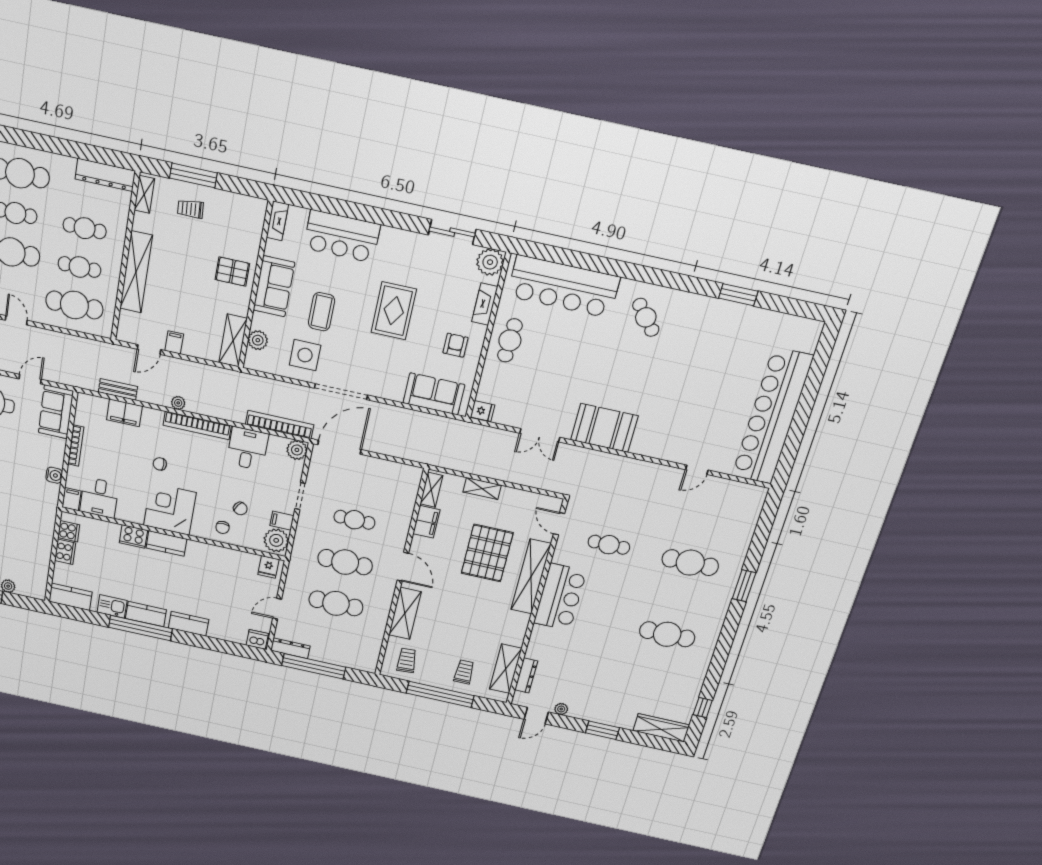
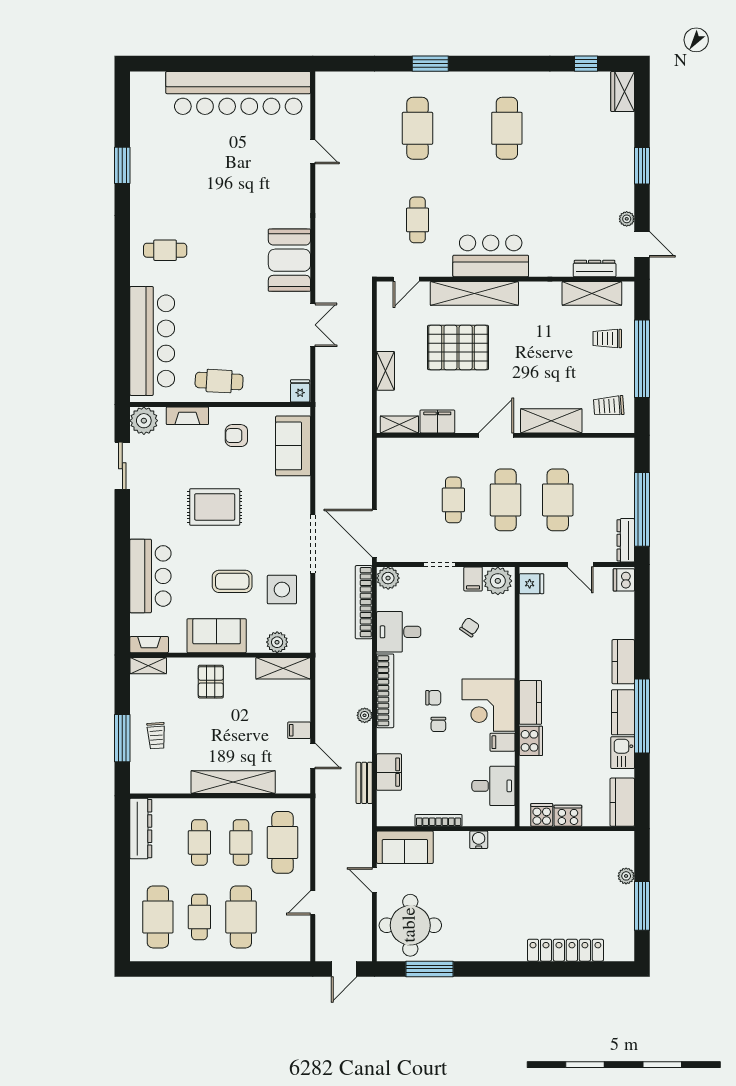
shelving: (144, 194) -> (148, 666), moved
cafe table: (646, 317) -> (165, 250), turned 40
filing cabinet: (72, 499) -> (503, 742), moved
chair: (223, 527) -> (433, 698), moved
wardrobe: (661, 728) -> (623, 91), width x0.67

